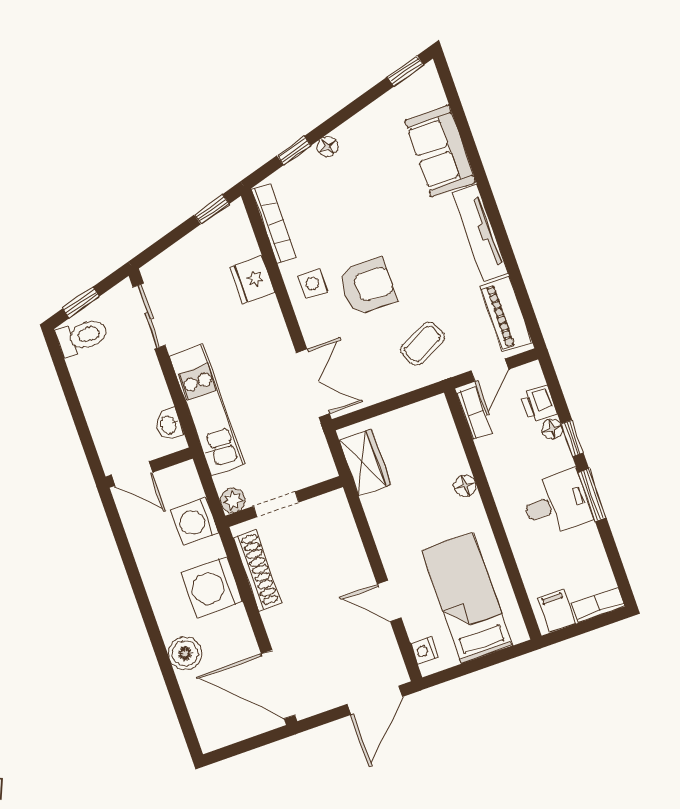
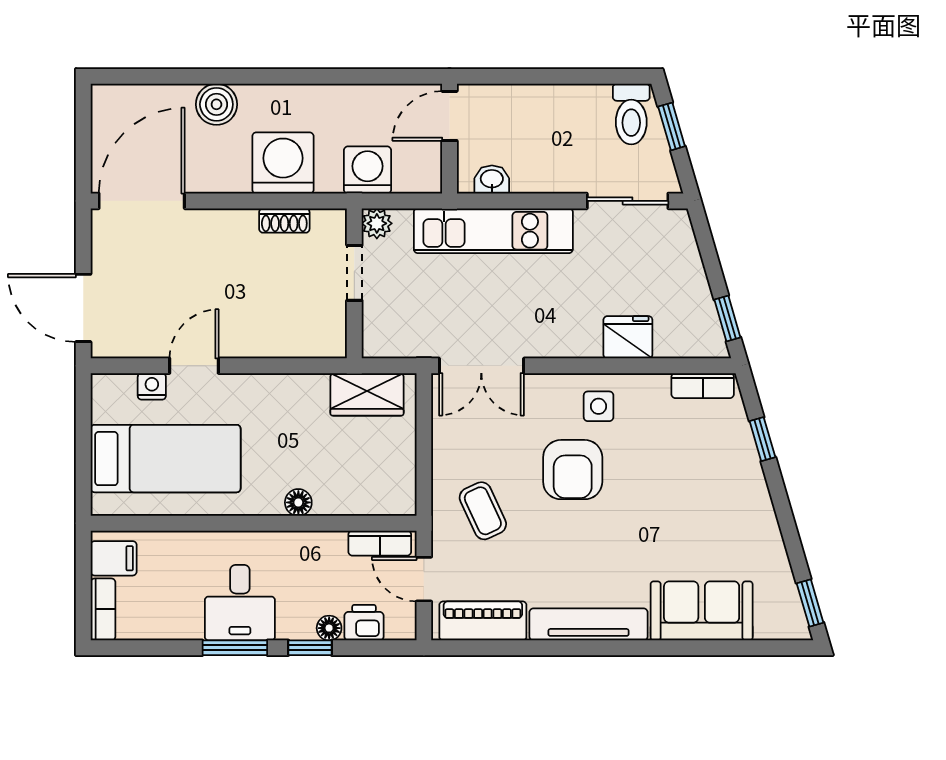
floor lamp: (328, 146) -> (754, 480), removed
bookcase: (274, 223) -> (703, 386), width x0.64
shoe rack: (257, 570) -> (284, 221), width x0.51, depth x0.81
nightstand: (424, 651) -> (152, 386), moved

